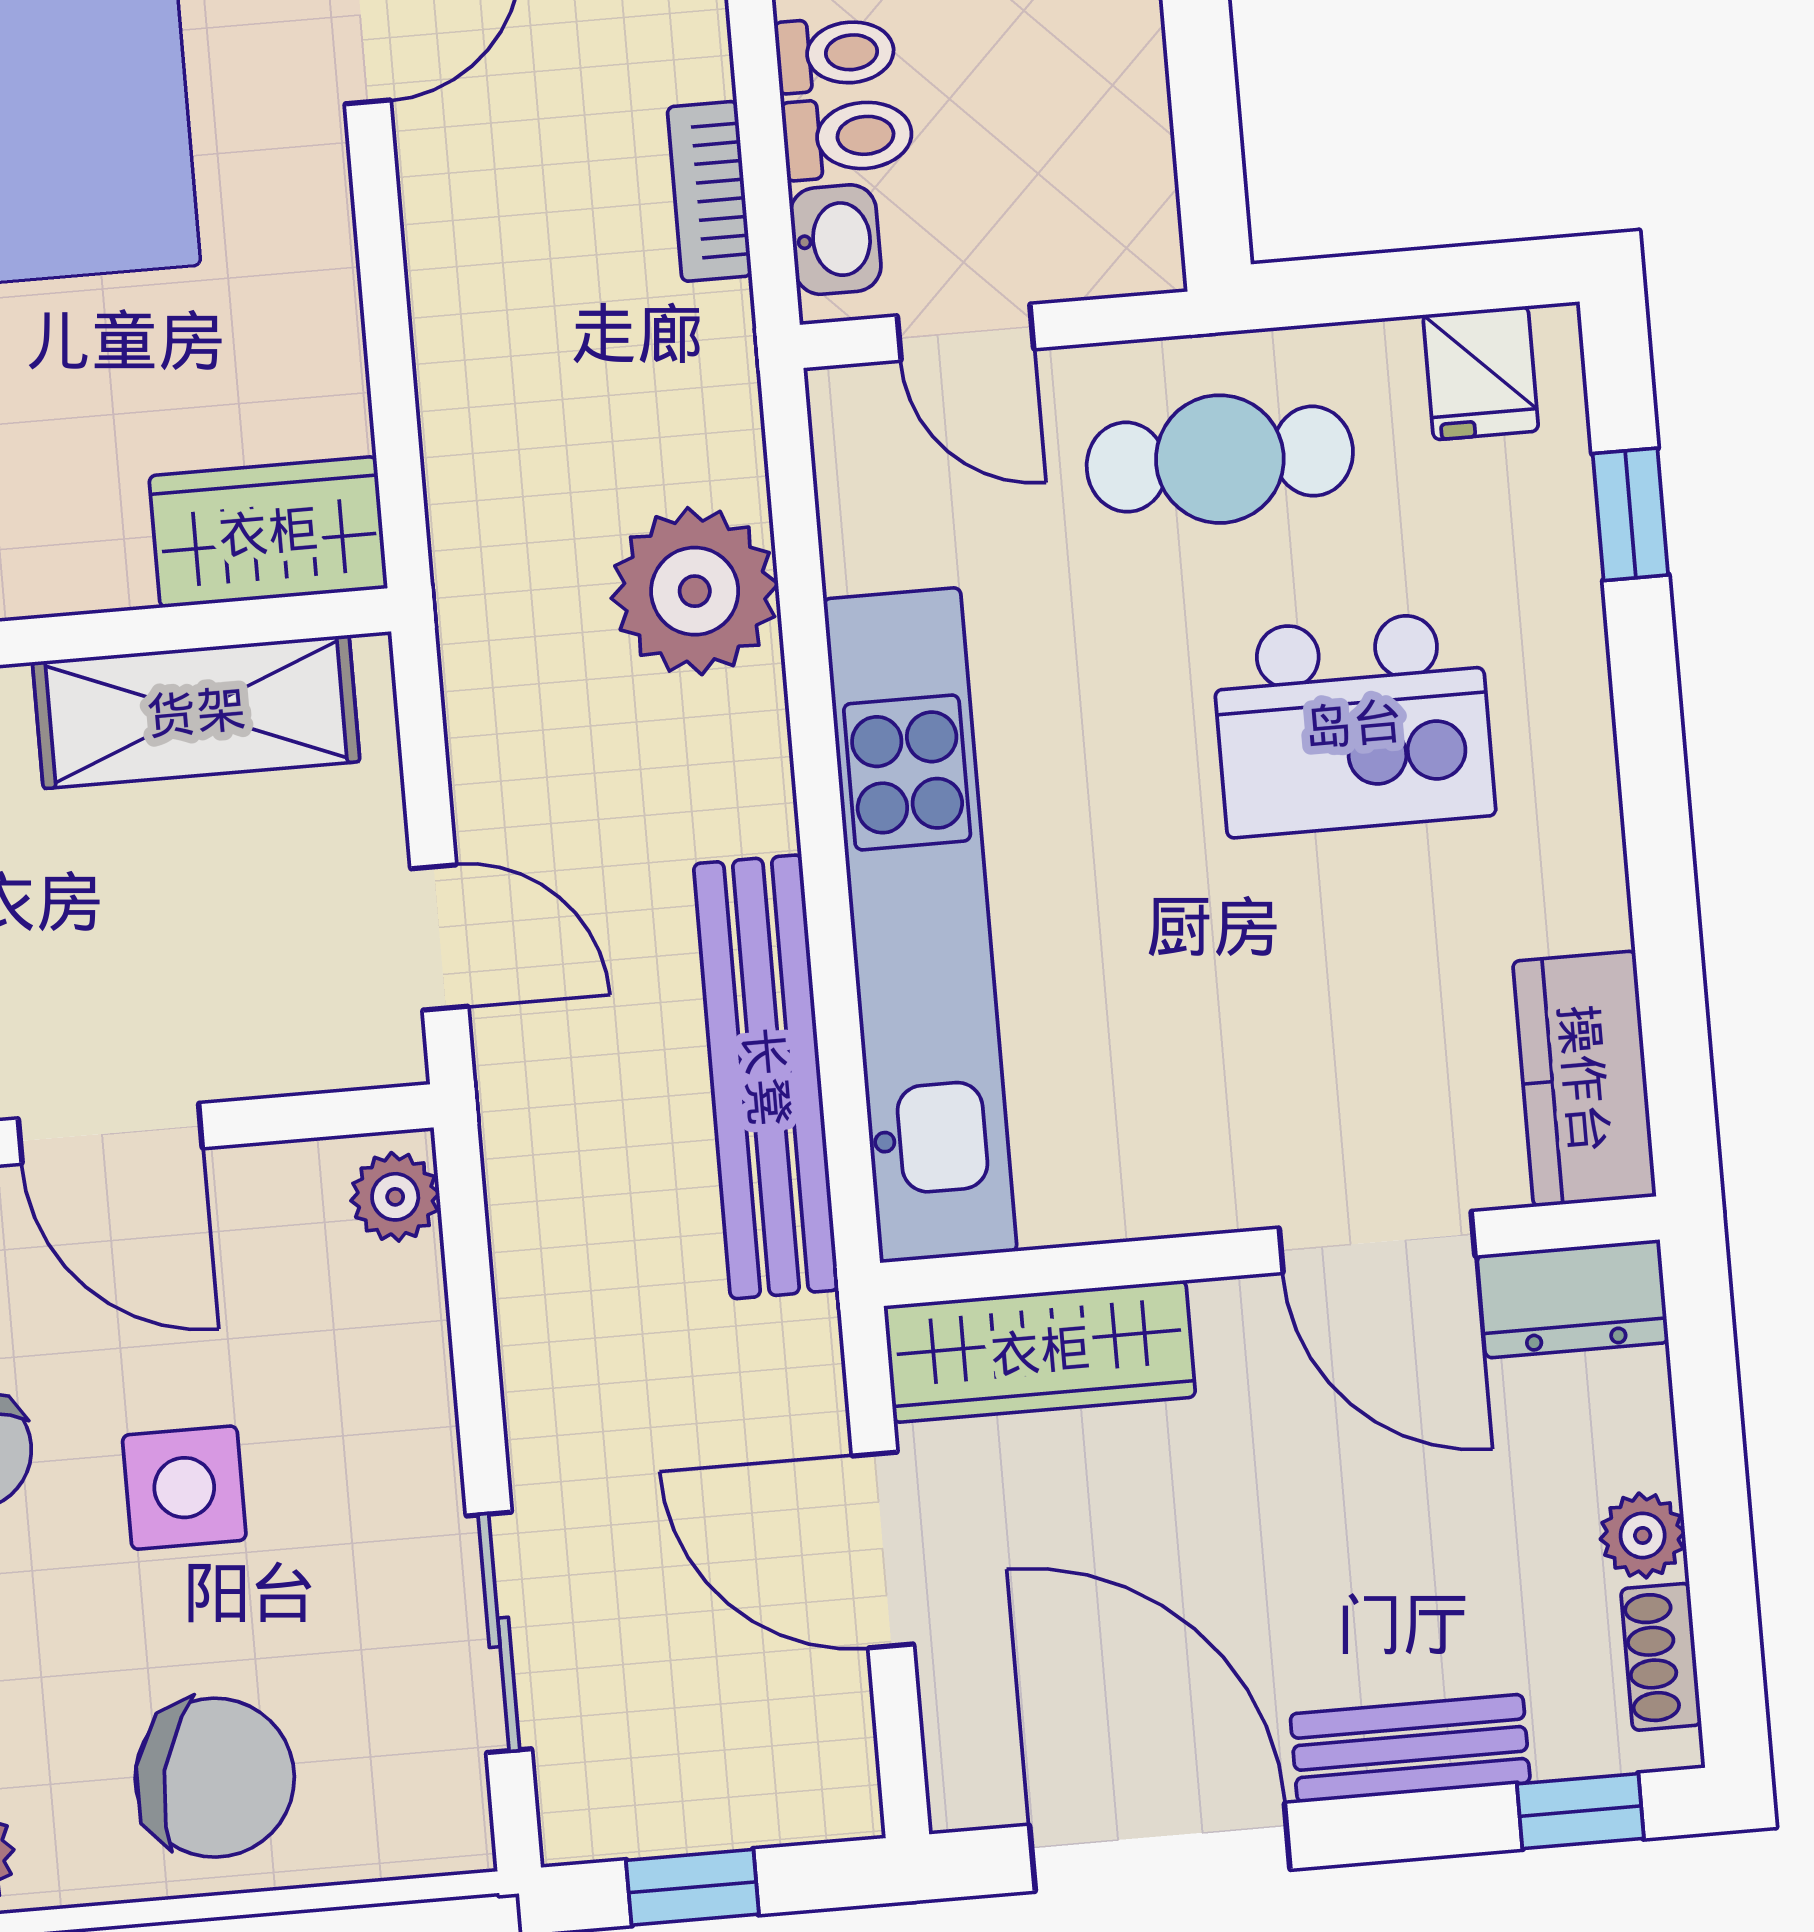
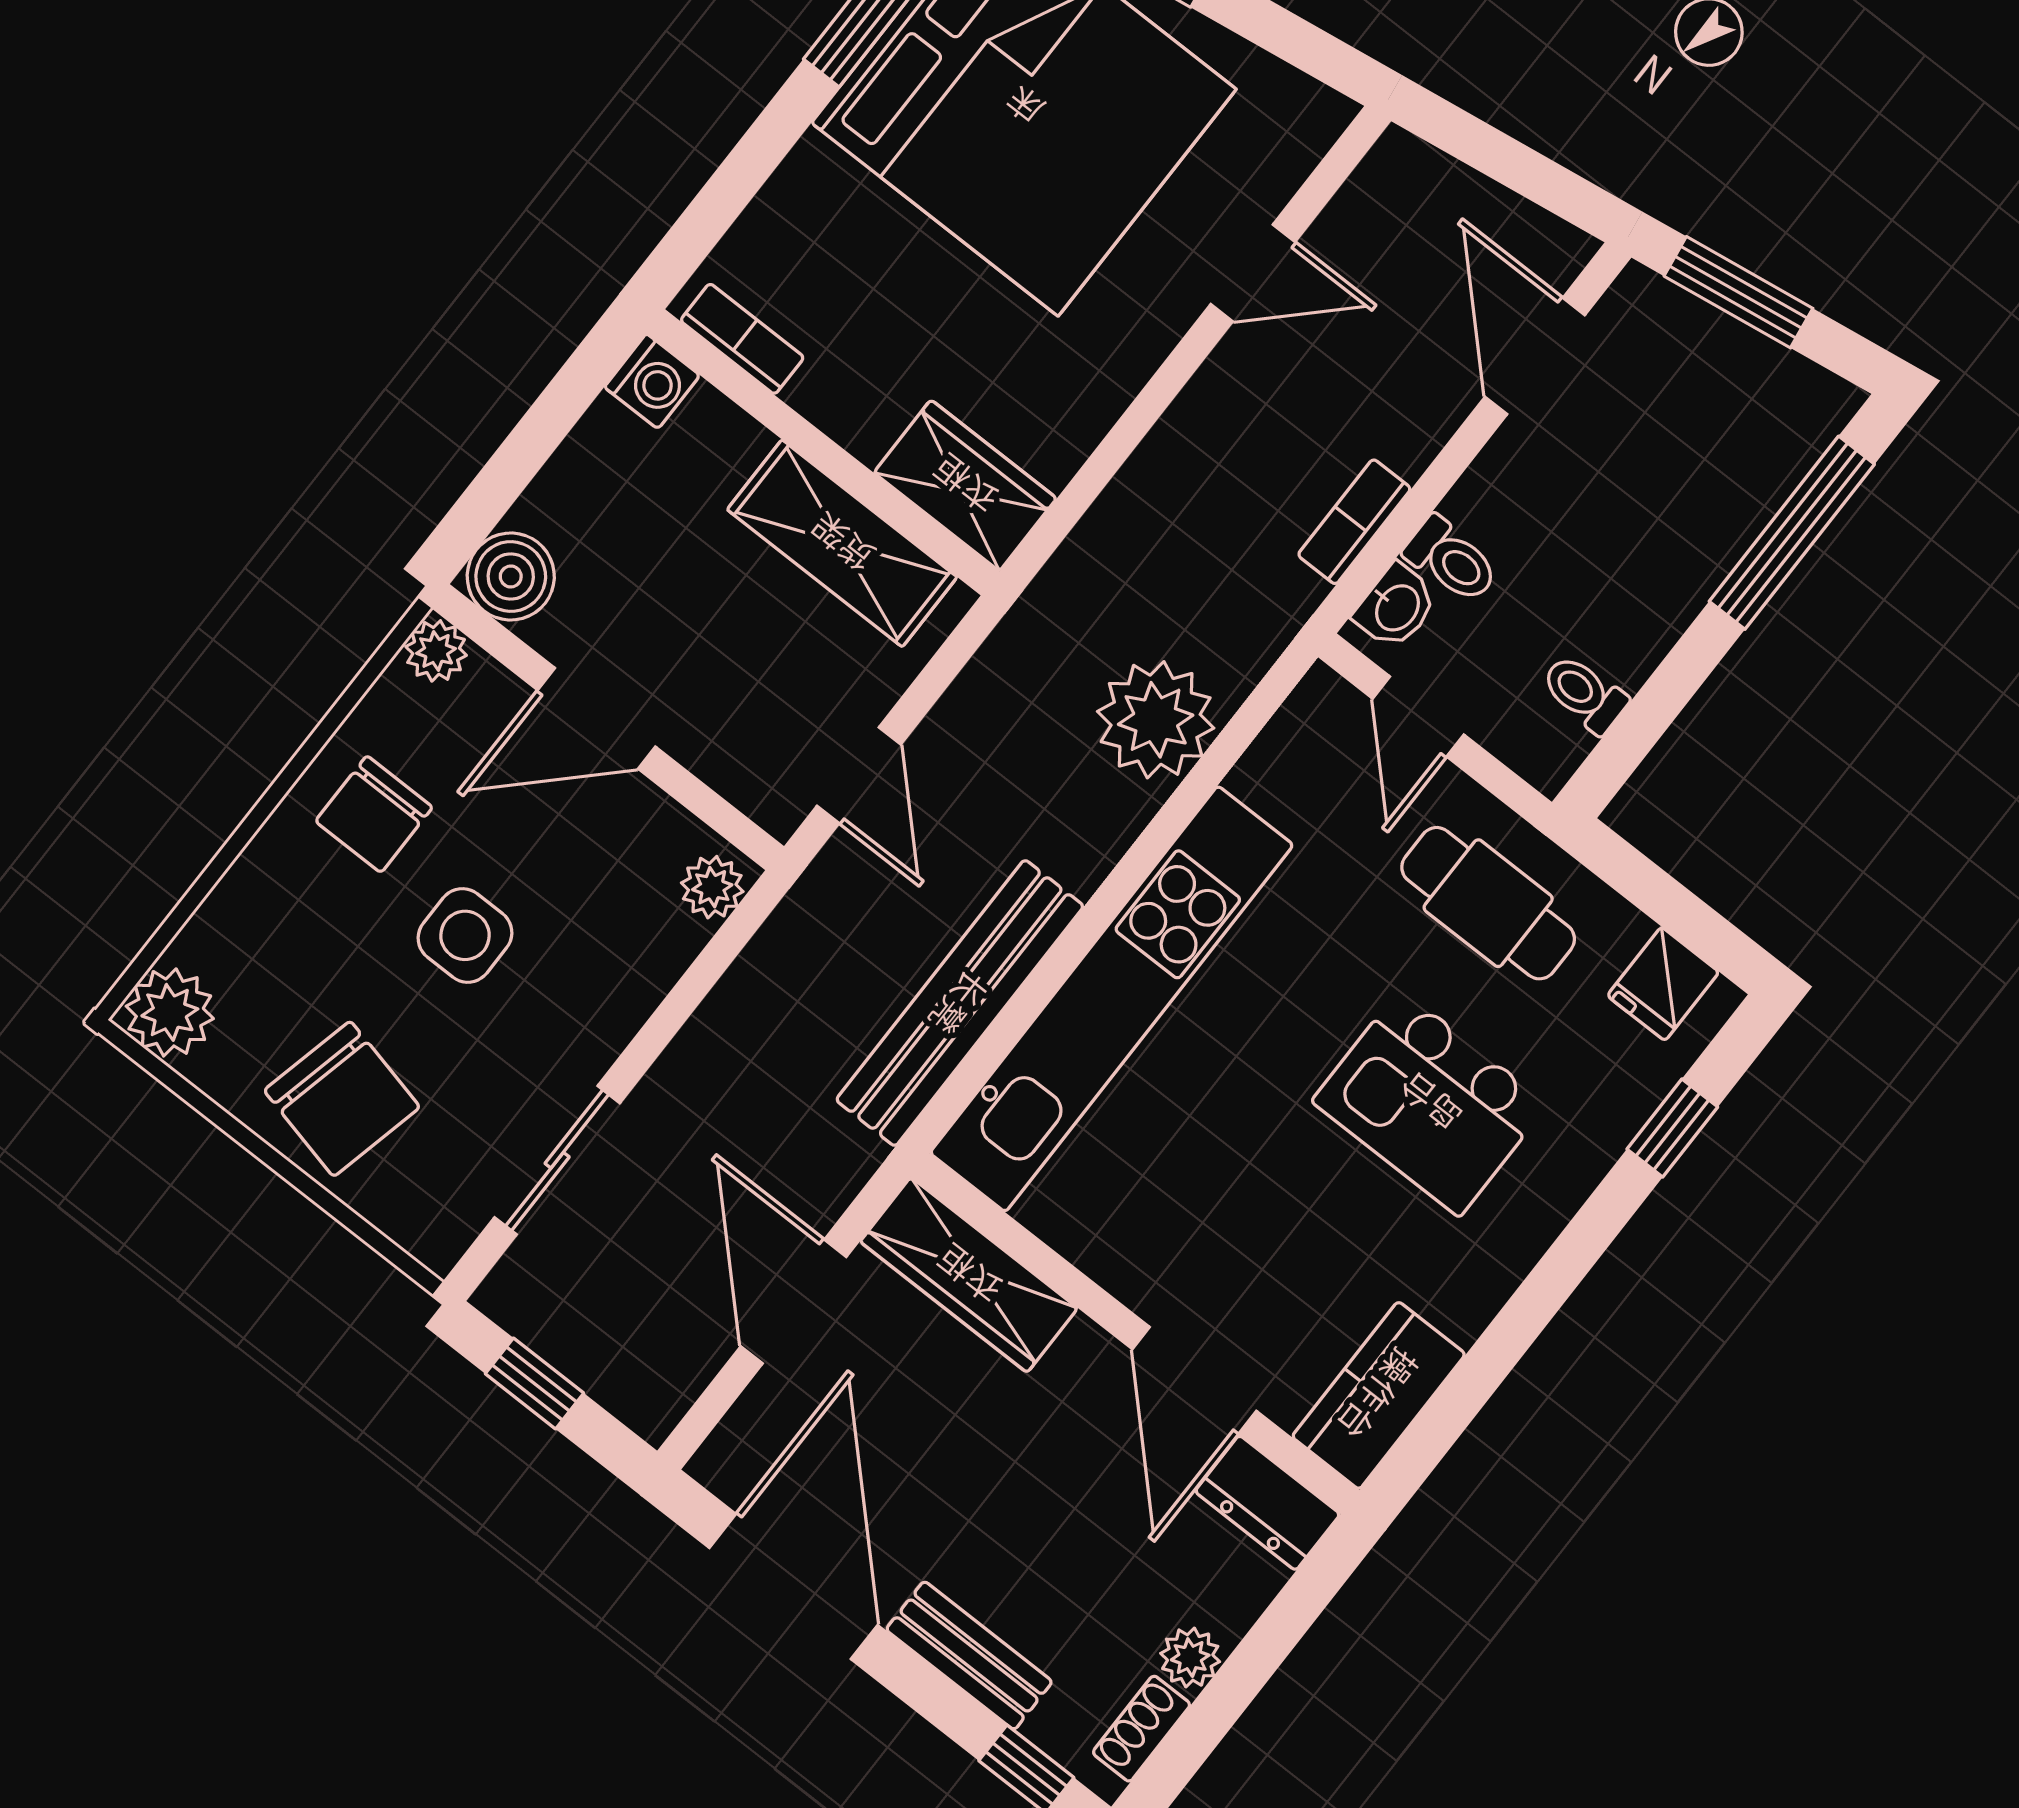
toilet: (835, 54) -> (1584, 694), moved, turned 180
door: (110, 1133) -> (597, 718), hinge flipped

